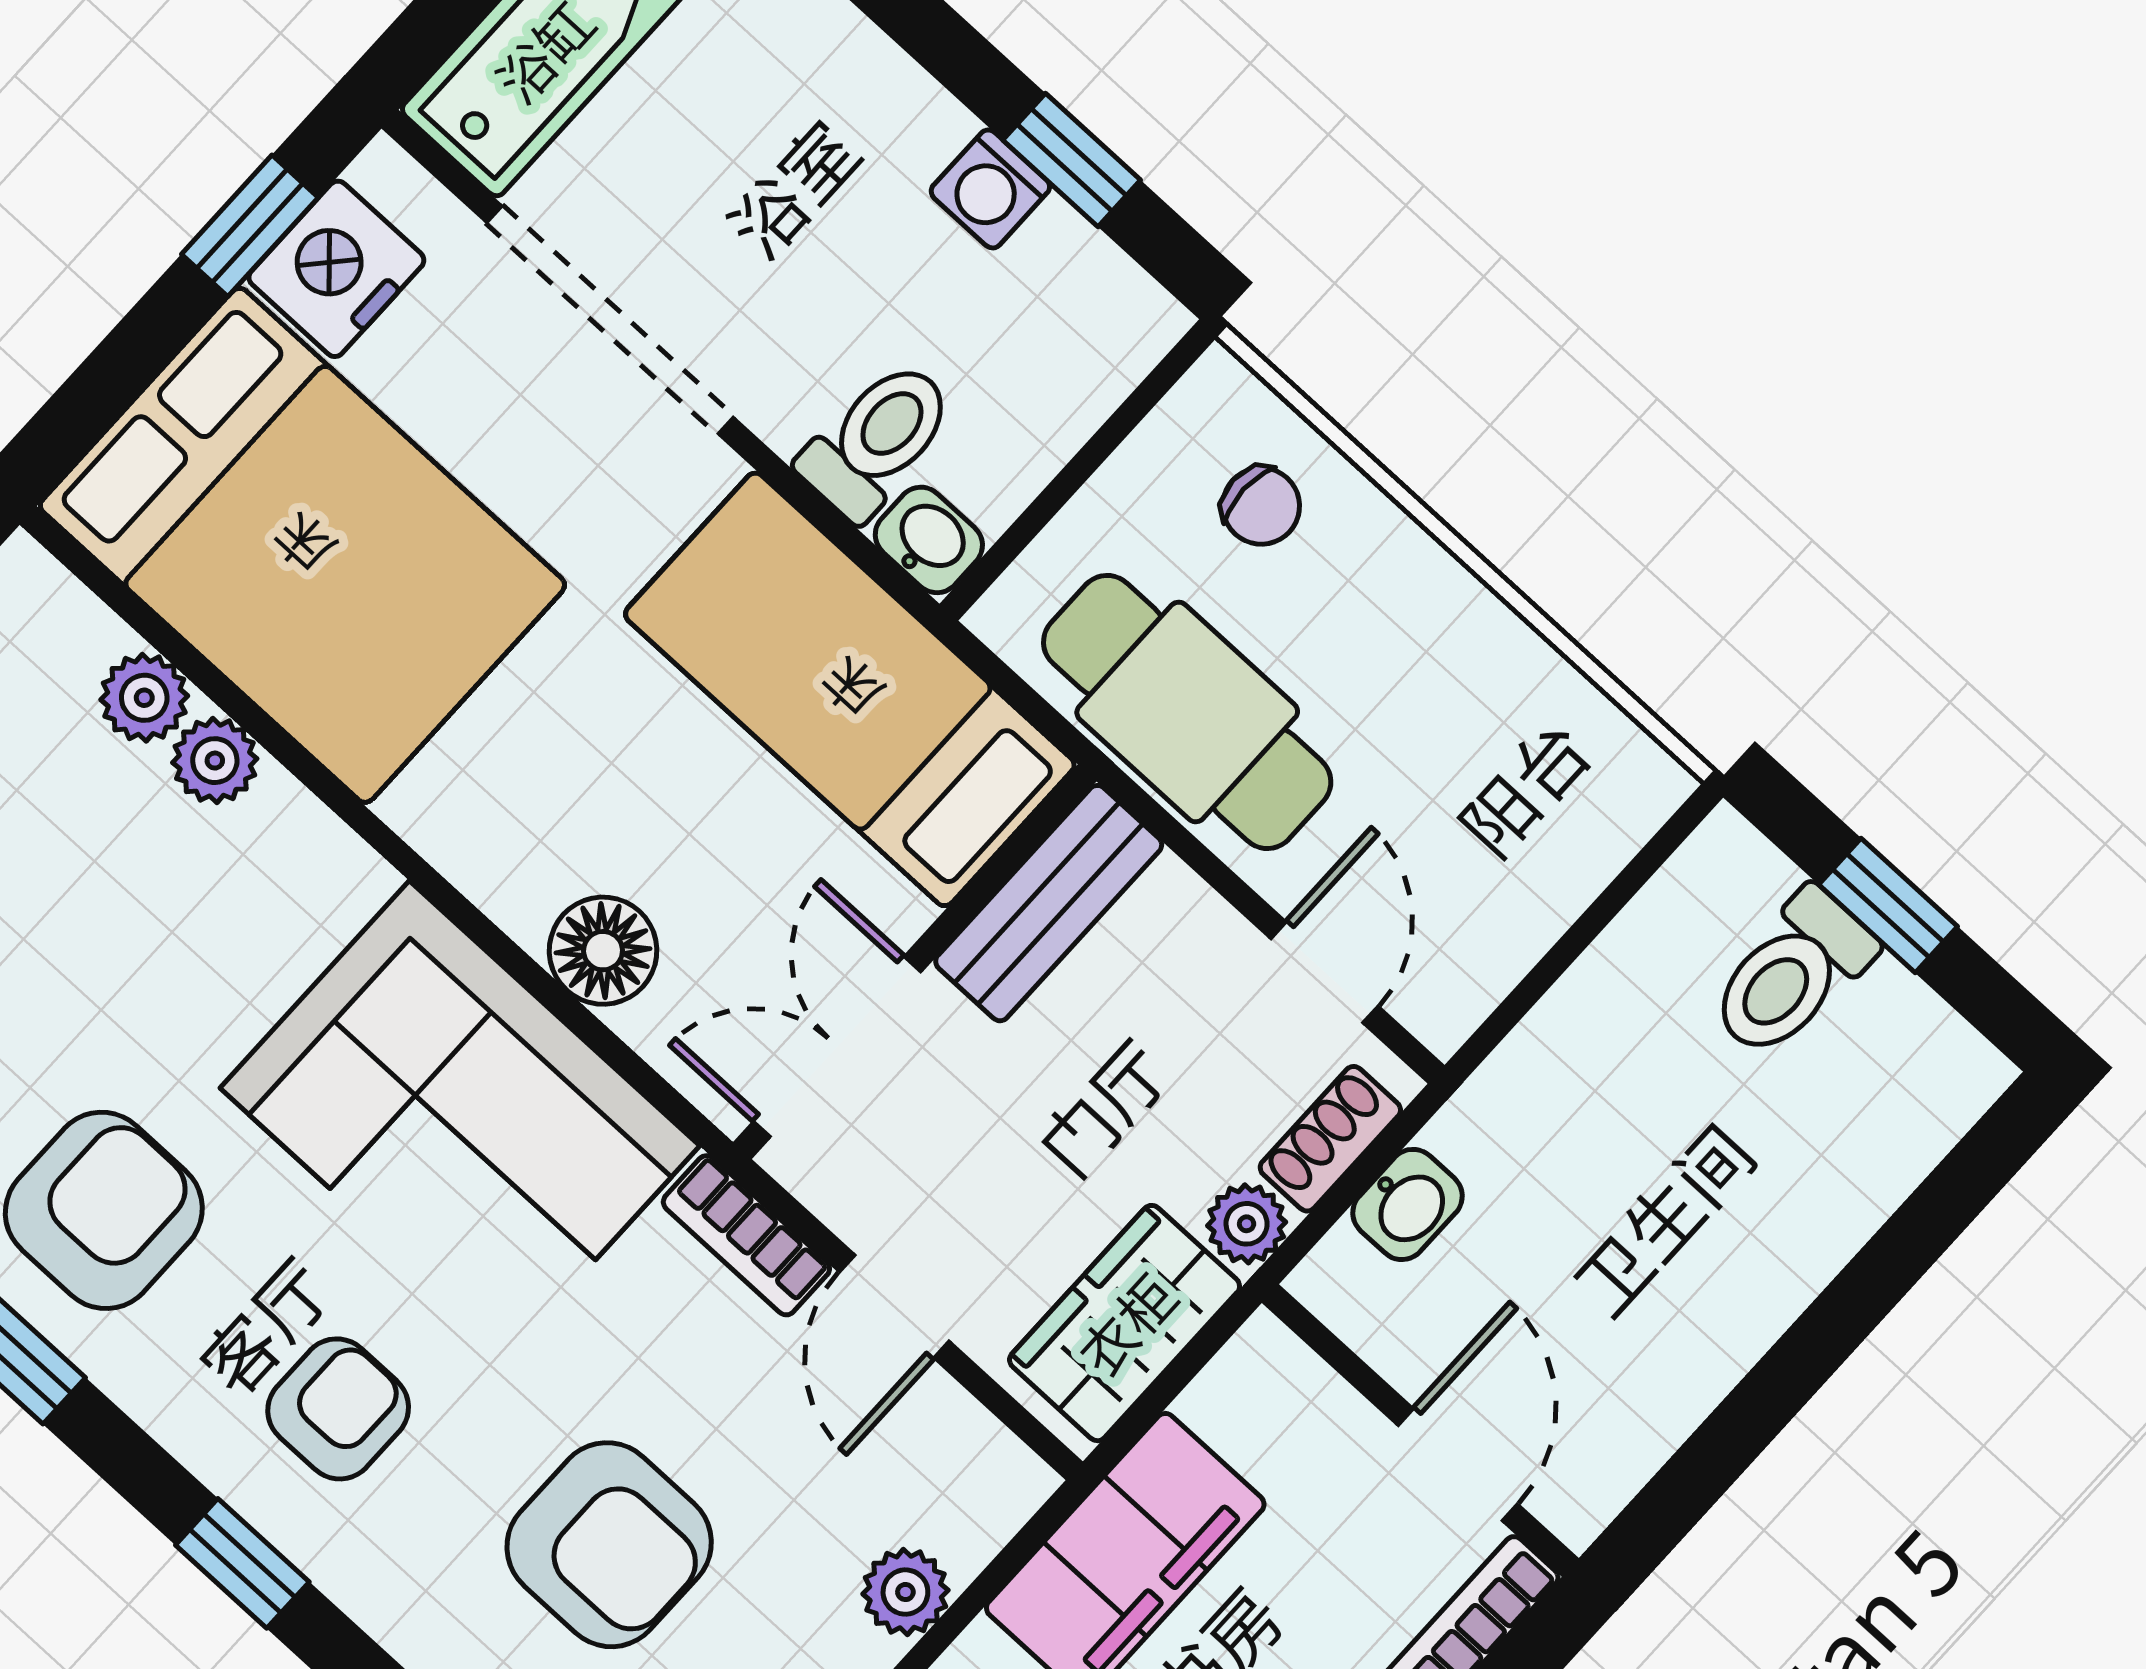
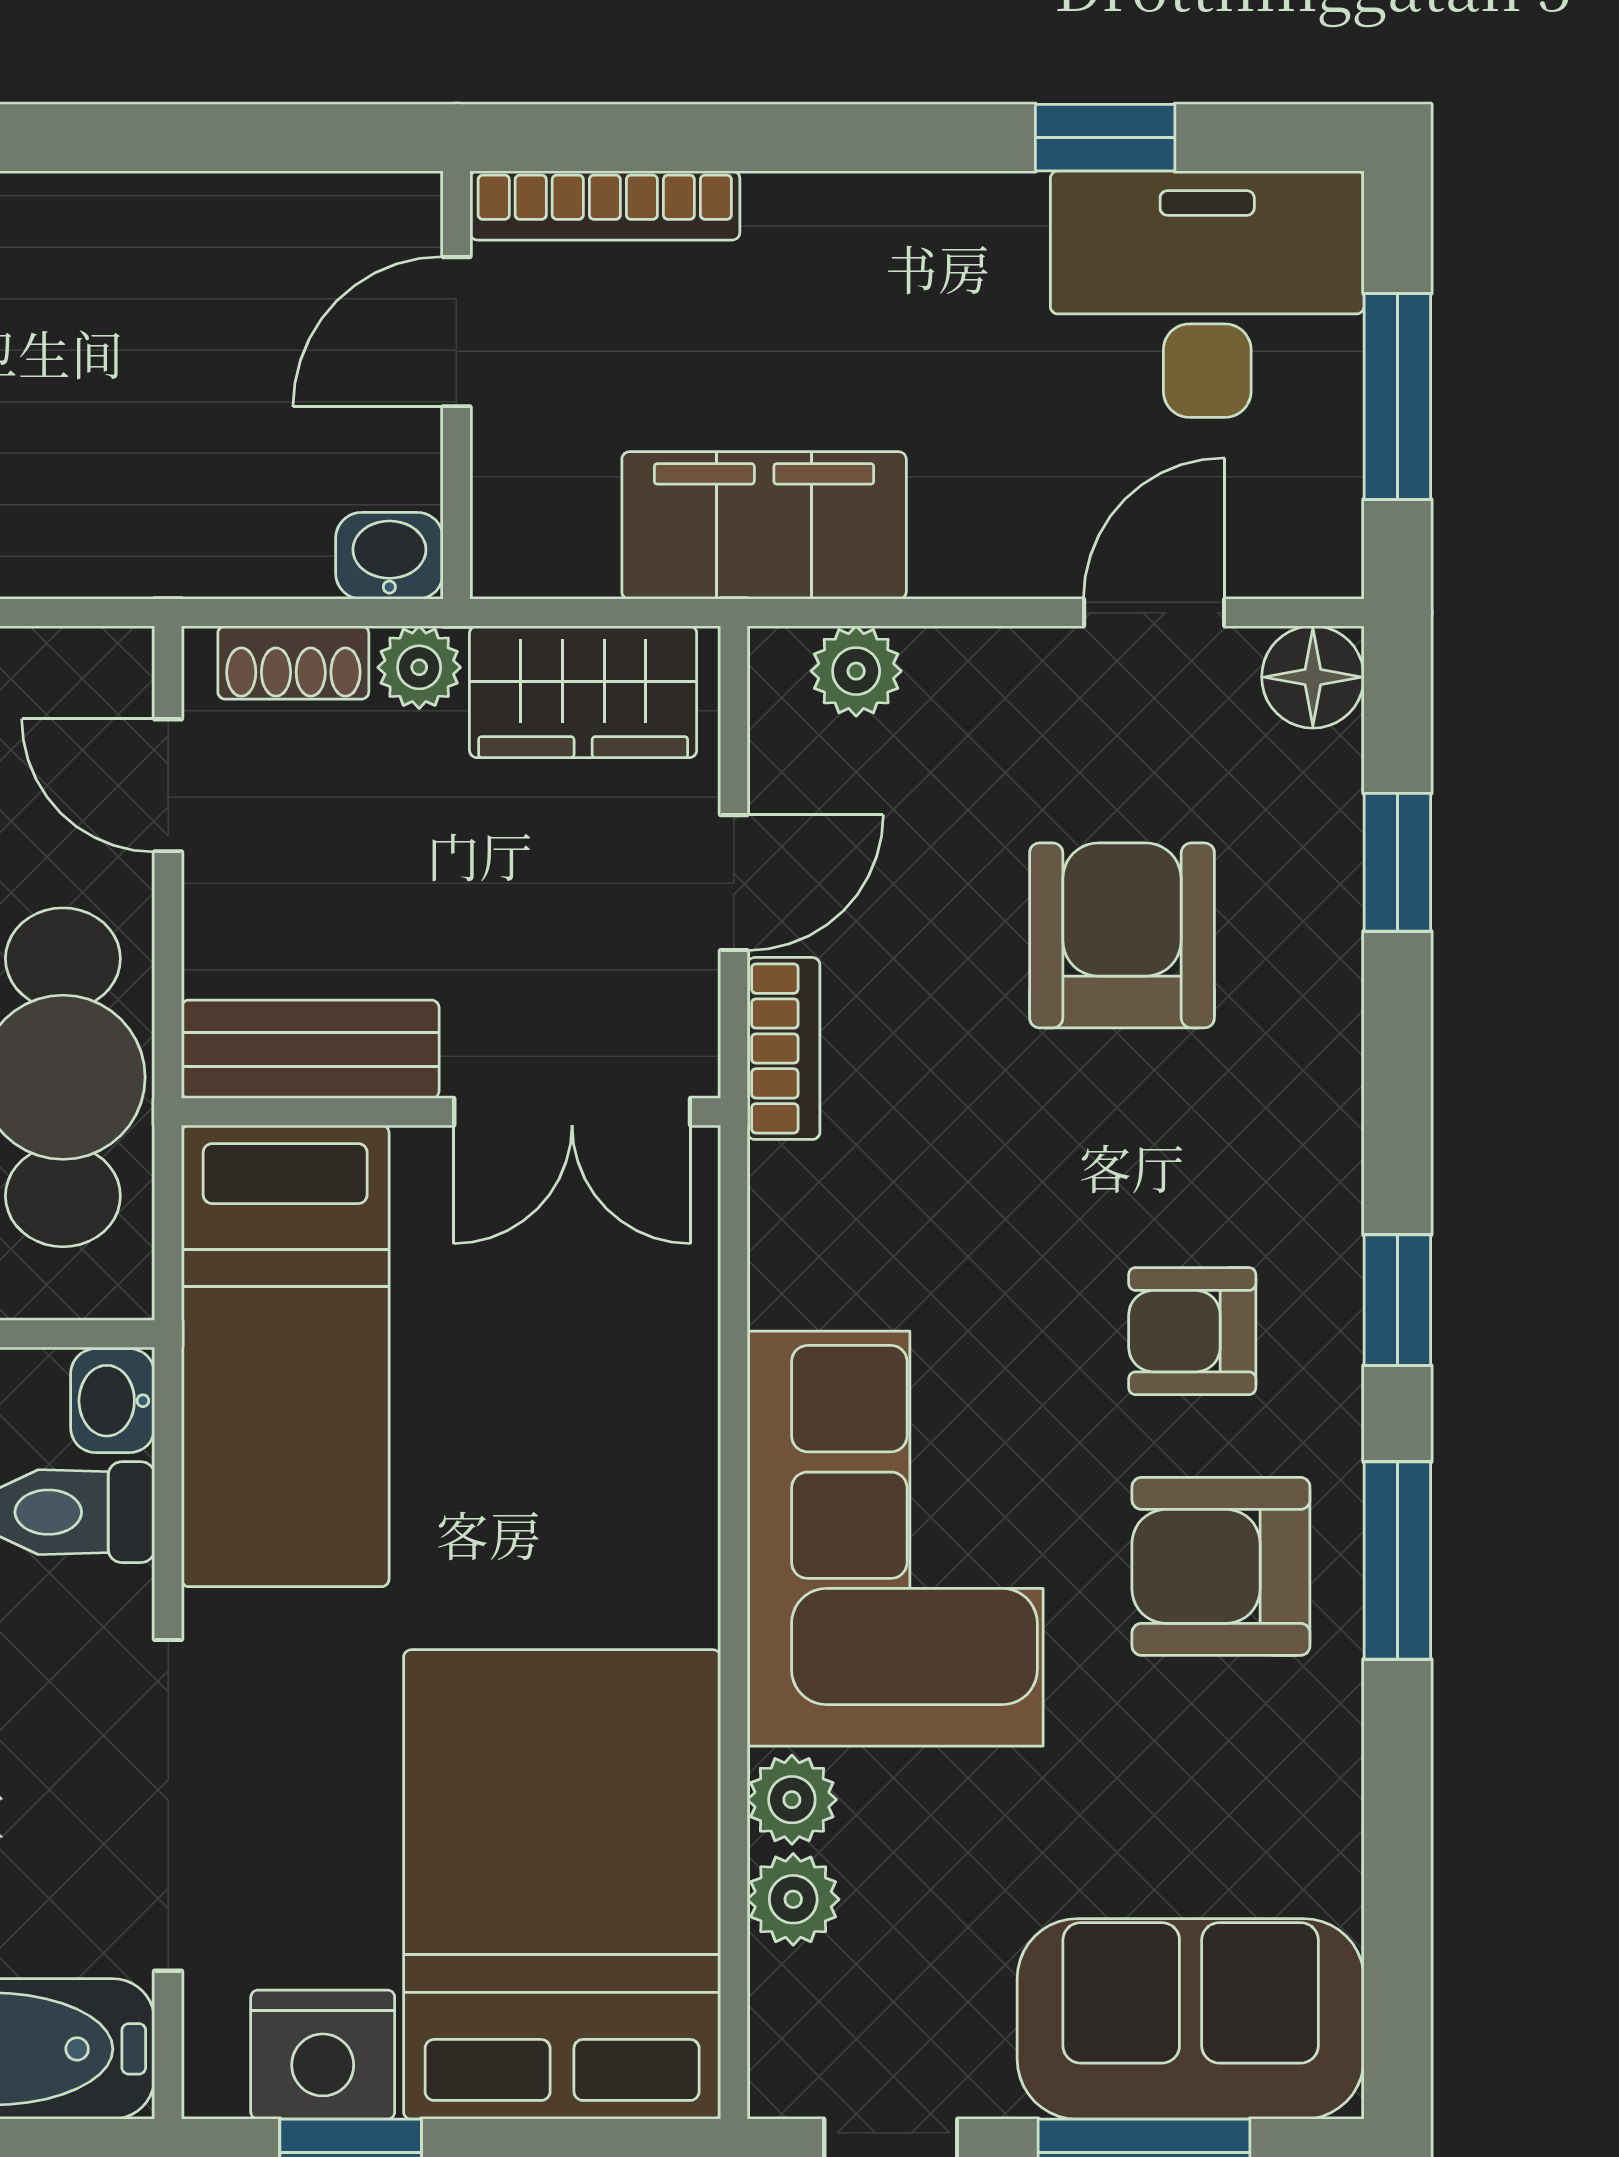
floor lamp: (603, 951) -> (664, 1362), removed
door: (1324, 972) -> (168, 785), hinge flipped
corner sofa: (460, 1117) -> (895, 1539), moved
washbasin: (1407, 1204) -> (389, 556), moved
armchair: (338, 1409) -> (1192, 1331), moved
window: (242, 1563) -> (1397, 1300), moved
plant: (905, 1592) -> (856, 671), moved

